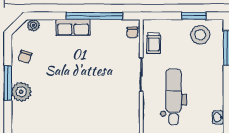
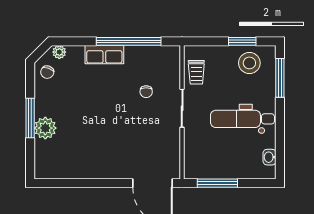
chair: (132, 32) -> (146, 92), moved
chair: (25, 57) -> (47, 72), moved
dental chair: (174, 97) -> (242, 119), moved, turned -90

